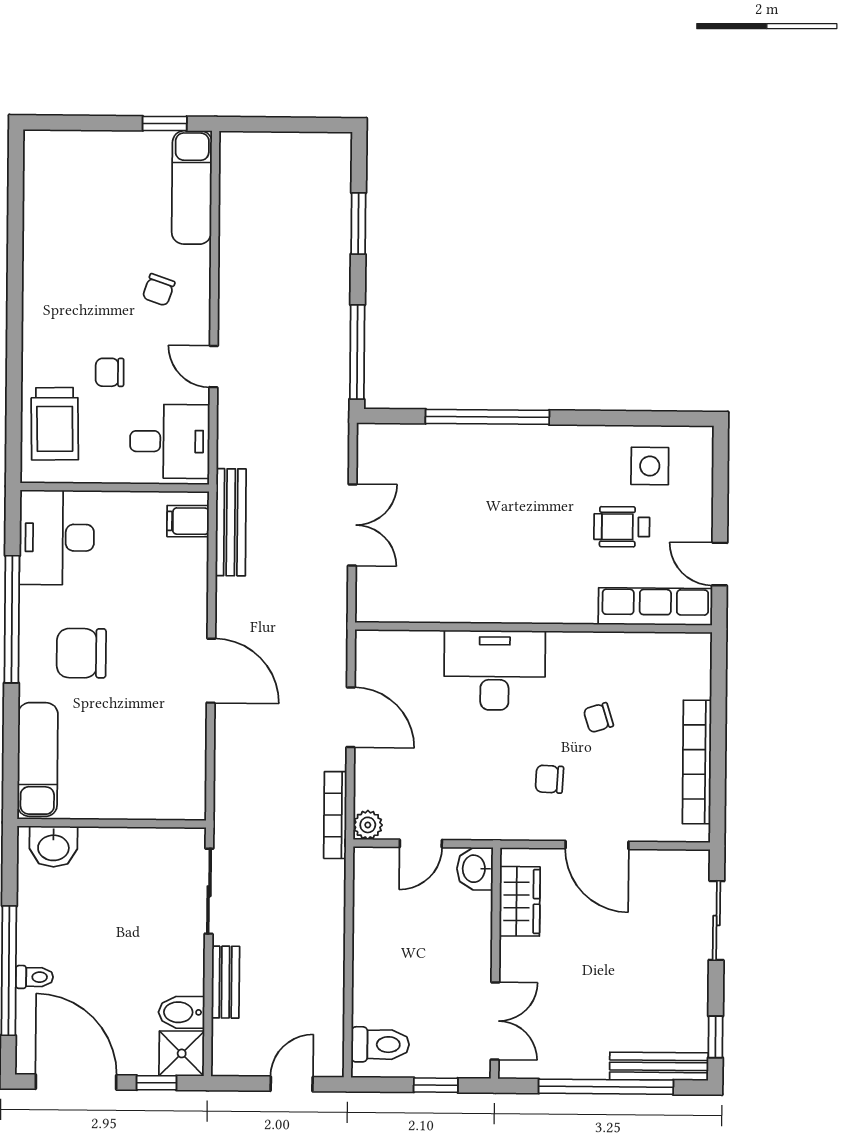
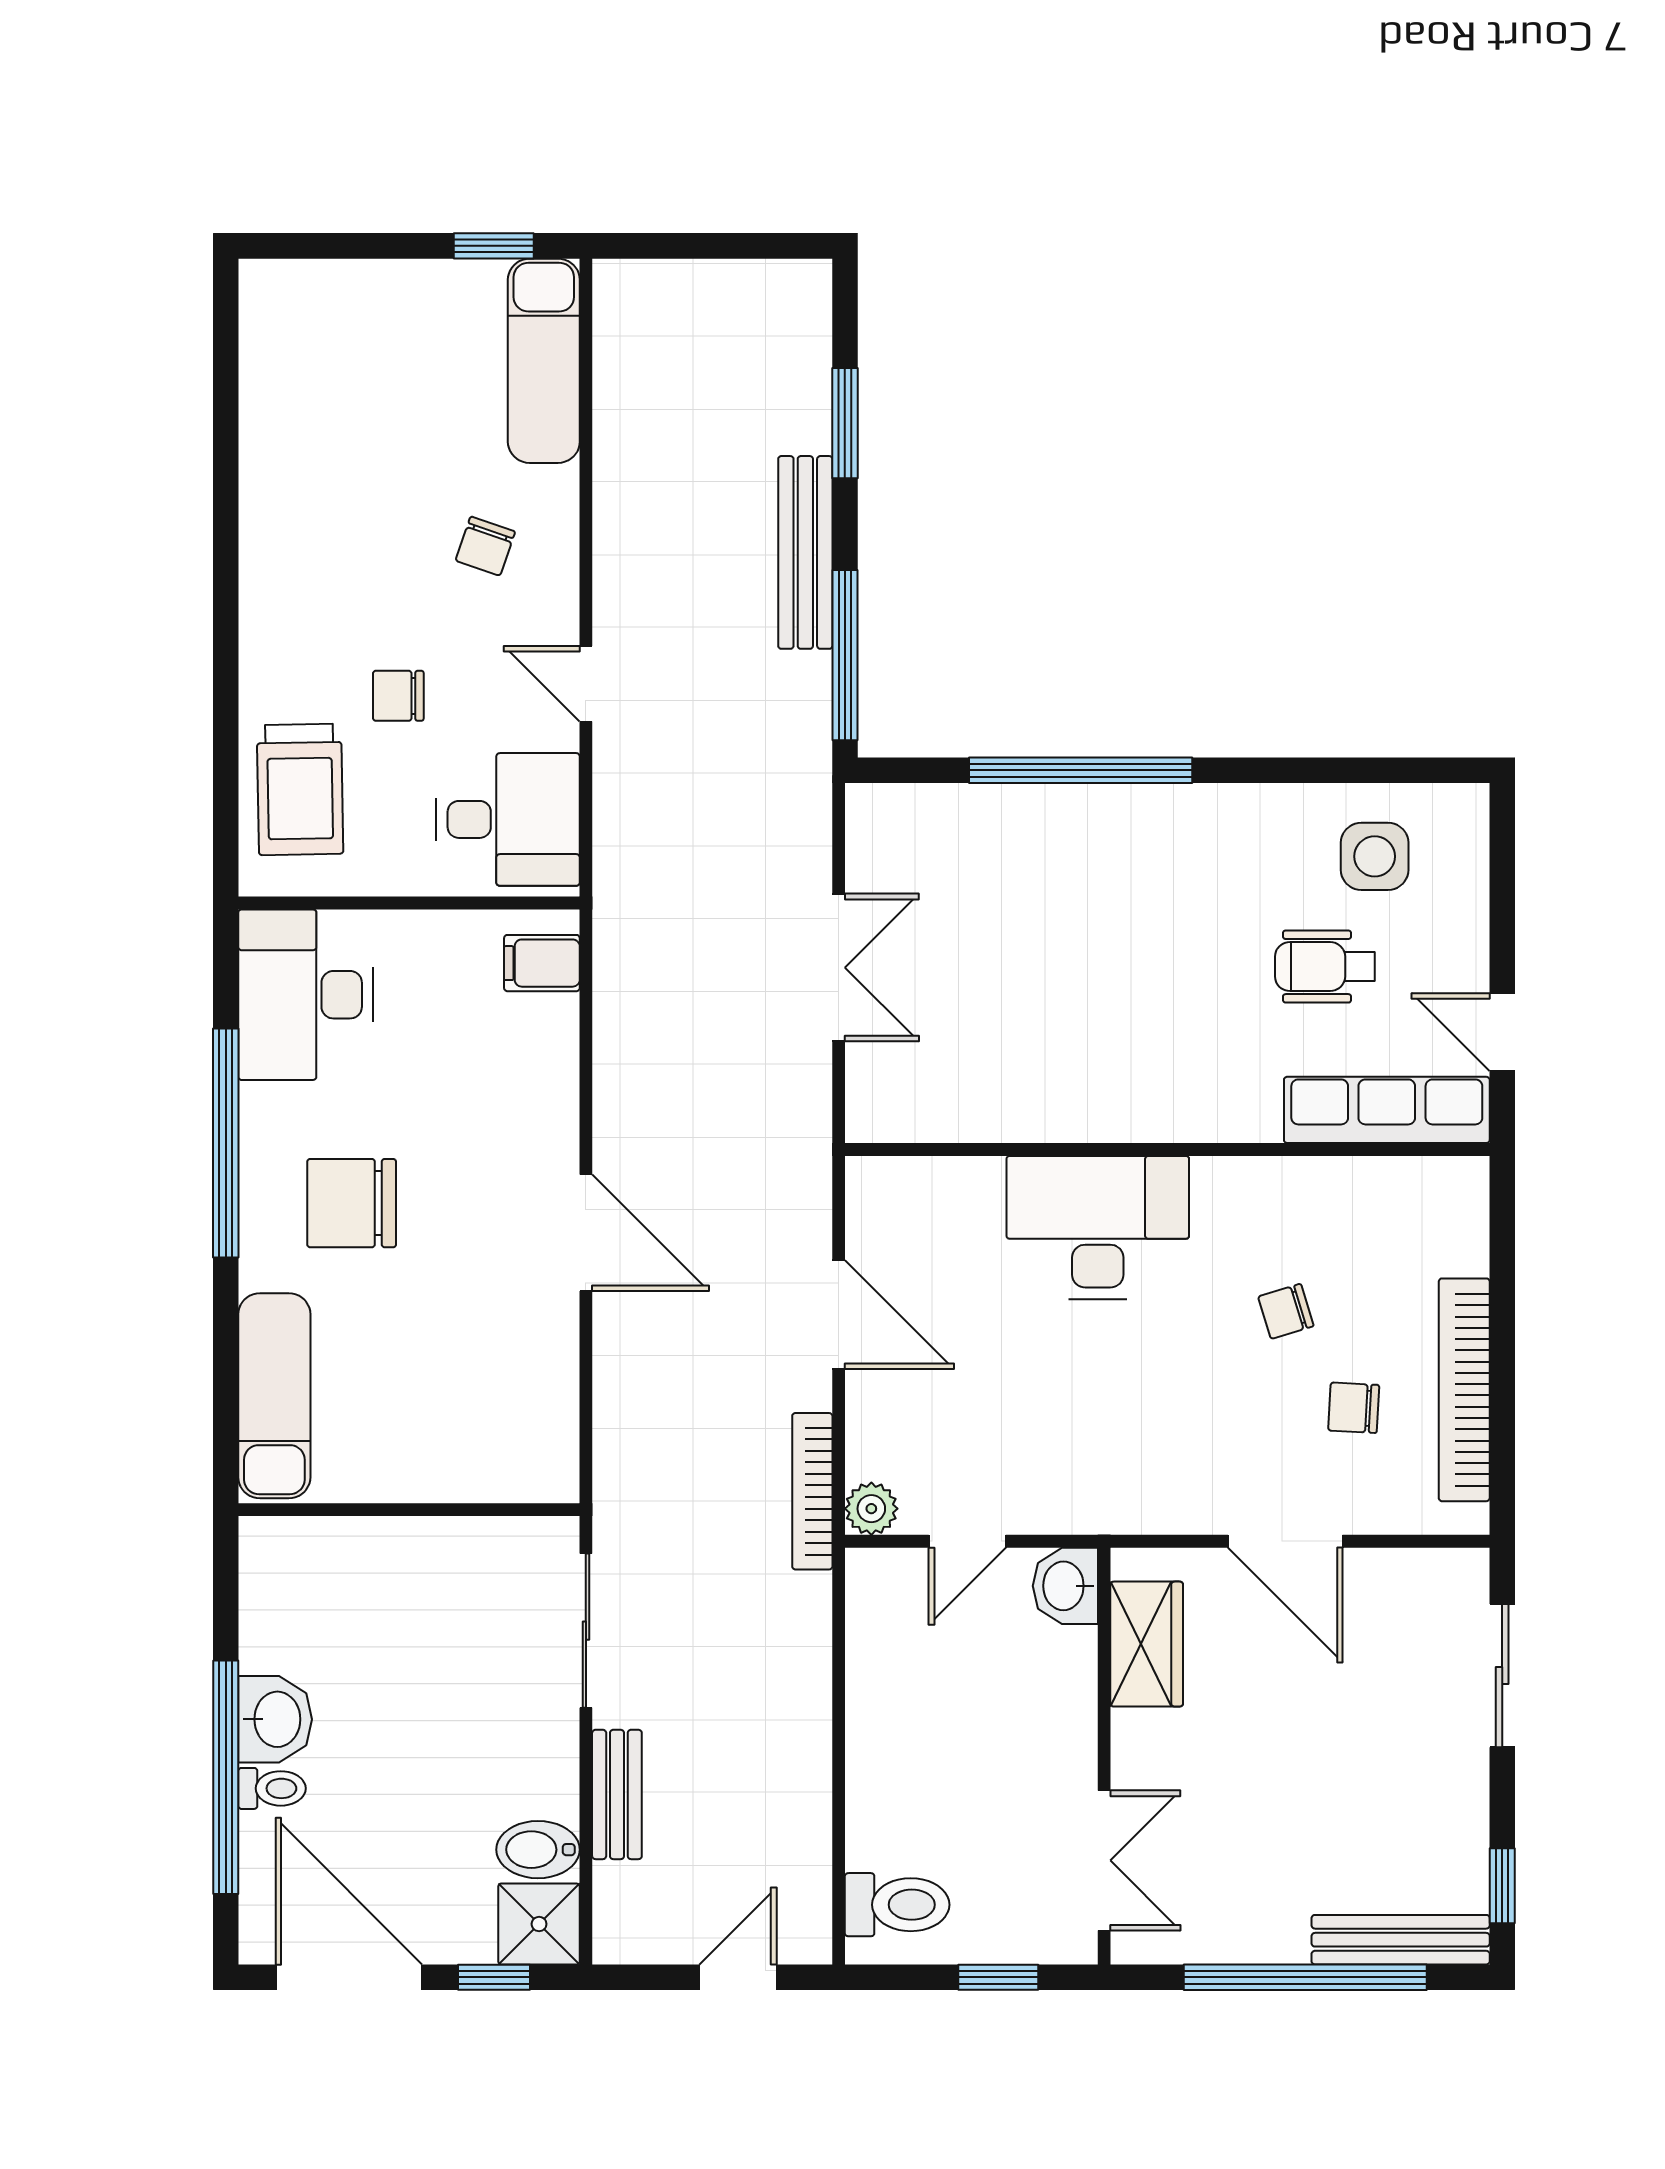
bench: (231, 522) -> (805, 552), moved
chair: (549, 779) -> (1354, 1408), moved
washbasin: (53, 847) -> (275, 1719), moved, turned -90

